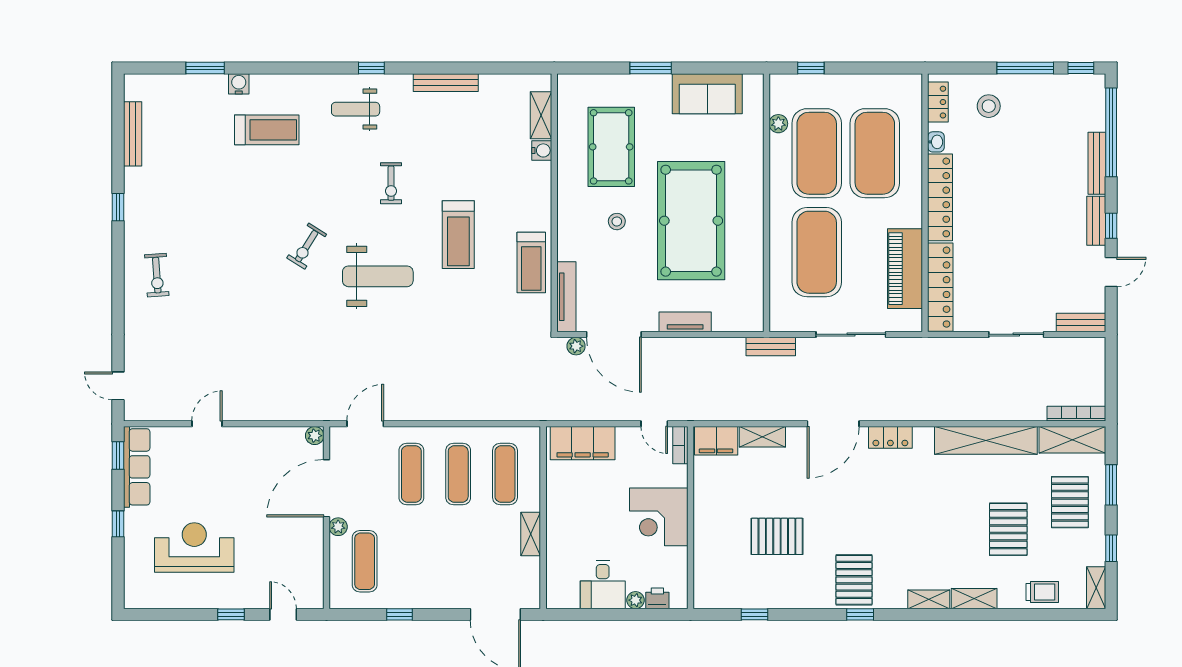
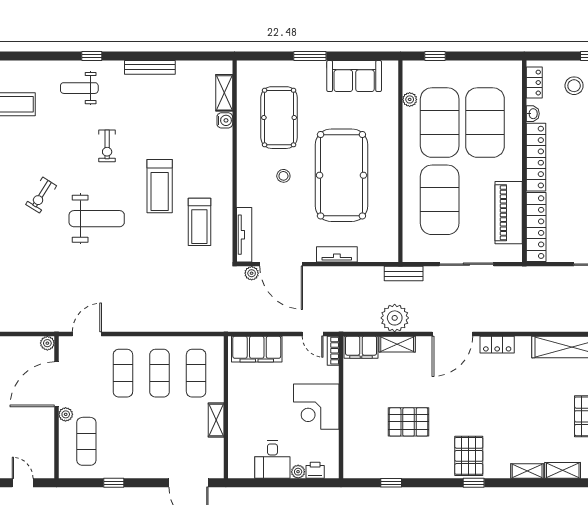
treadmill: (531, 262) -> (199, 222), moved
plant: (759, 403) -> (395, 318), added

